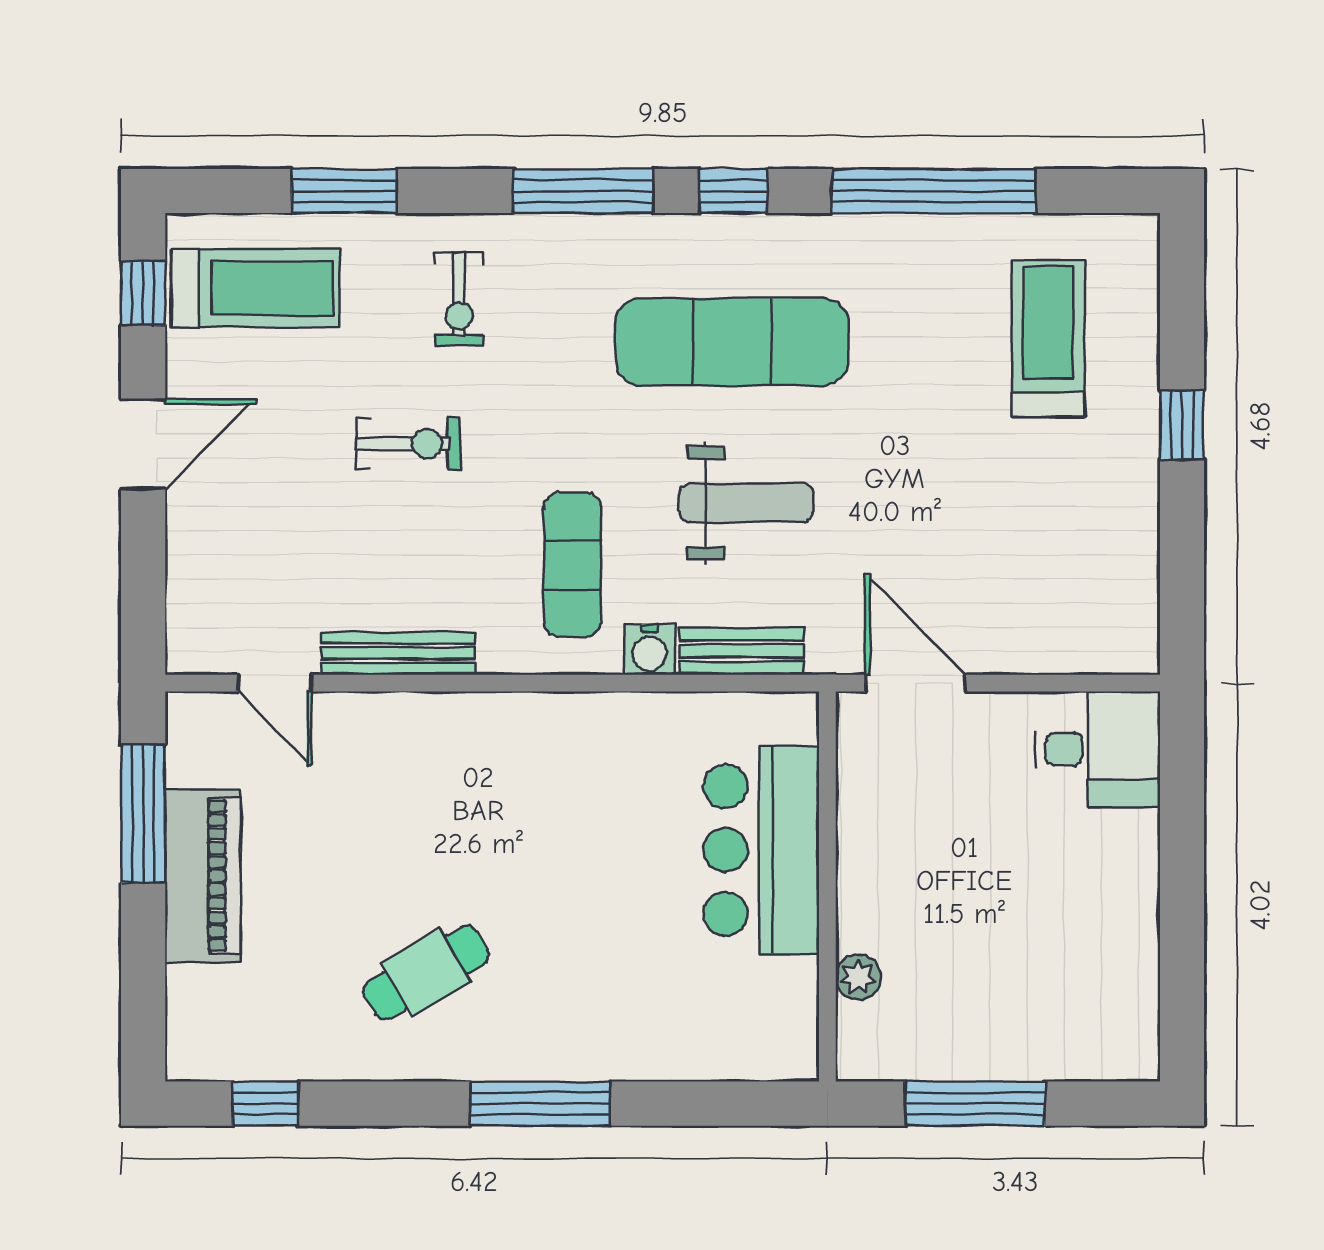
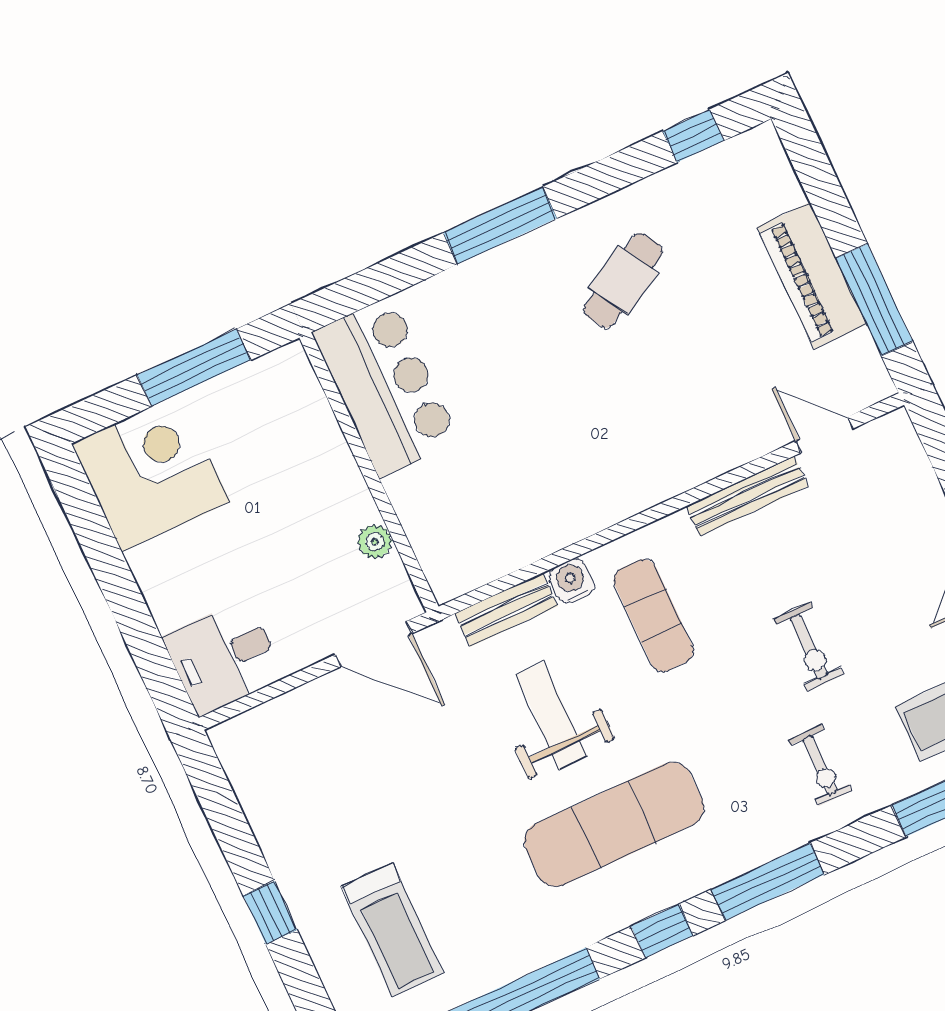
exercise bike: (459, 299) -> (820, 765), turned 180
exercise bike: (408, 444) -> (809, 647), turned -90
weight bench: (746, 503) -> (552, 716), turned 90
bar counter: (761, 850) -> (386, 387), moved
plant: (858, 977) -> (375, 542), moved
corner desk: (1083, 1004) -> (151, 473), added

